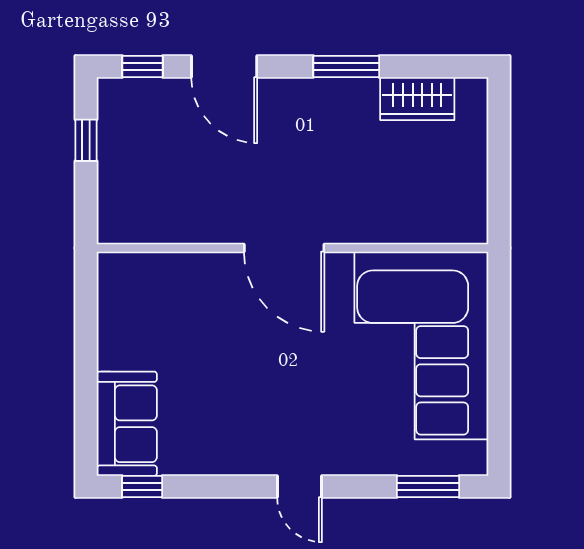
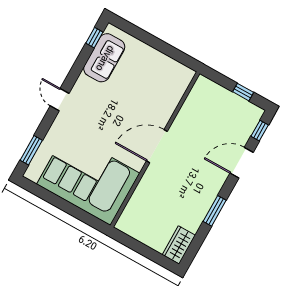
wardrobe: (417, 99) -> (179, 245), moved
sofa: (127, 424) -> (104, 58), moved, turned -90
door: (300, 487) -> (60, 100), hinge flipped

